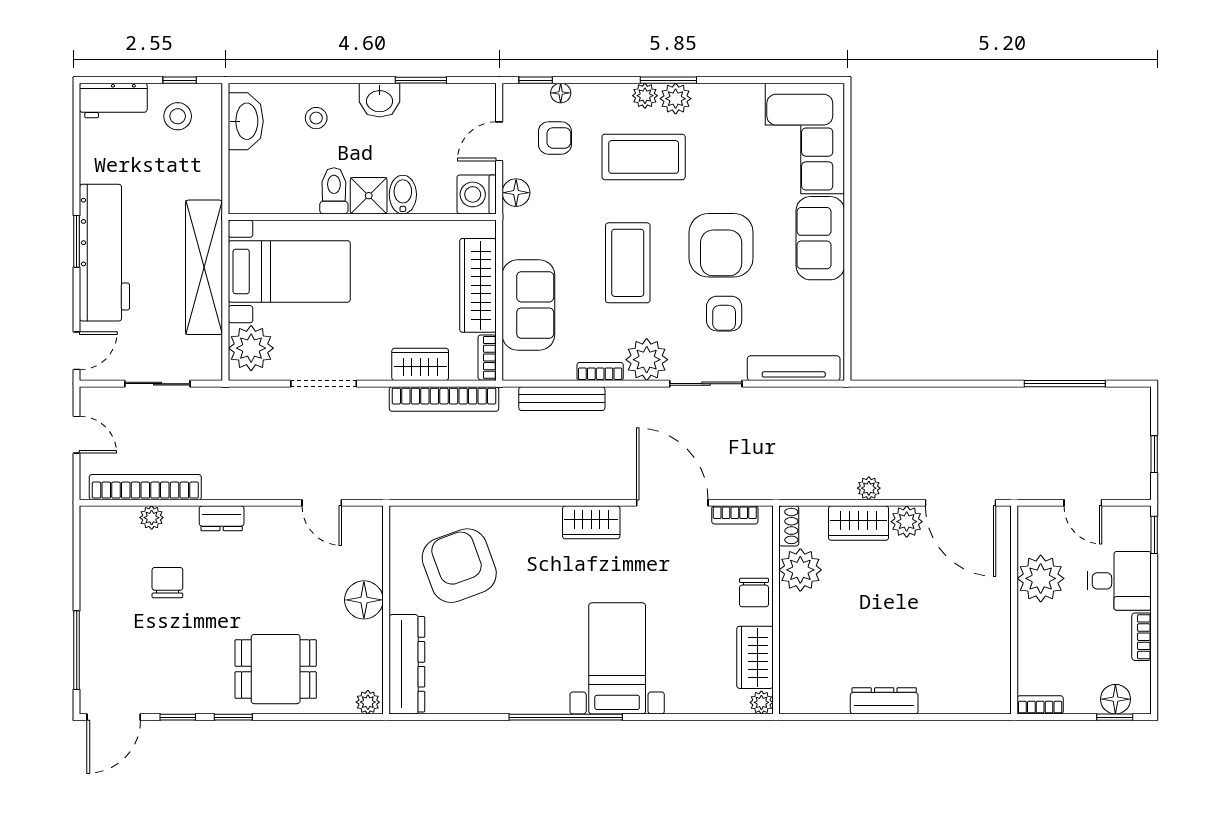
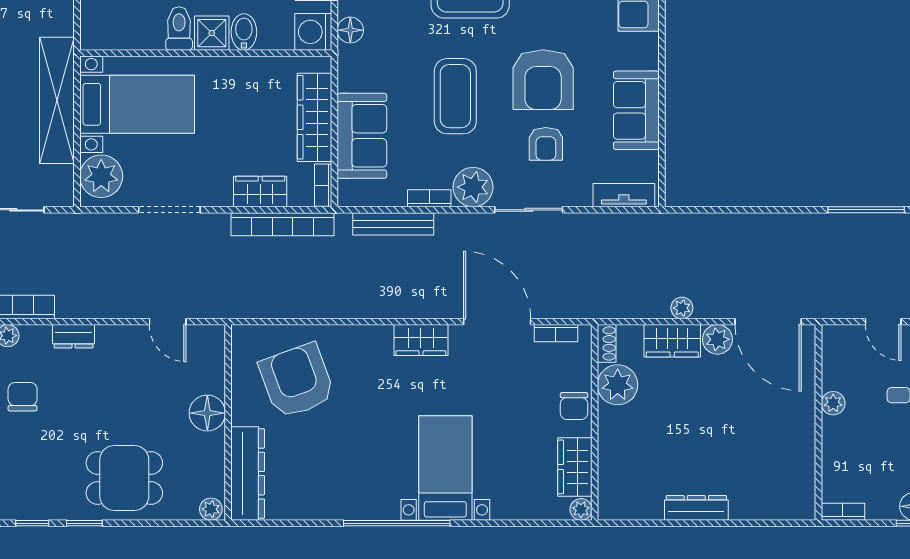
sofa: (820, 238) -> (636, 110), moved
tv unit: (794, 368) -> (624, 195), width x0.71
plant: (1041, 578) -> (833, 403), width x0.53, depth x0.53

